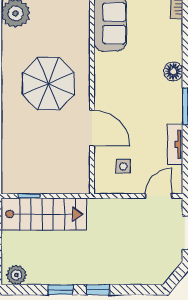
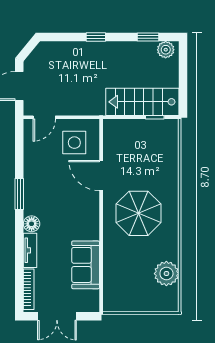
tv unit: (175, 144) -> (30, 250), moved
side table: (123, 166) -> (74, 143), width x1.87, depth x1.87
window: (61, 290) -> (148, 37), moved

